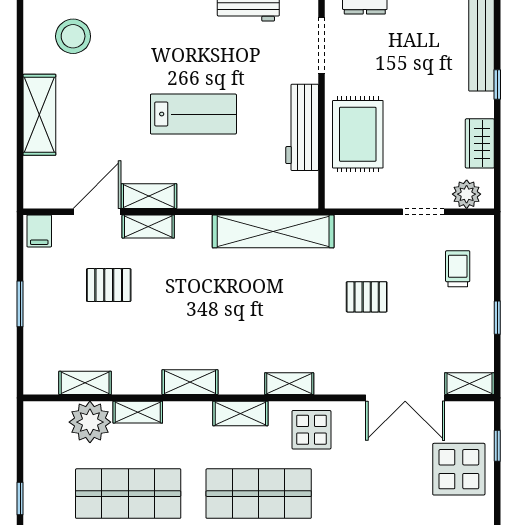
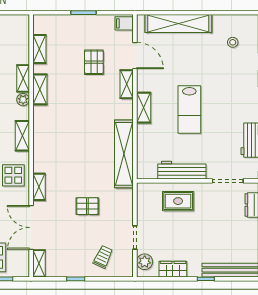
stool: (73, 36) -> (233, 42), width x0.53, depth x0.53
shelving: (39, 115) -> (178, 24), width x1.47
rug: (358, 134) -> (178, 201), width x0.73, depth x0.70
shelving: (149, 196) -> (144, 108), moved
trolley: (458, 269) -> (103, 257), turned -65
pallet: (367, 297) -> (87, 206), turned 90
shelving: (190, 382) -> (40, 89), moved
shelving: (289, 384) -> (39, 187), moved
plant: (90, 422) -> (23, 100), moved, width x0.53, depth x0.53

